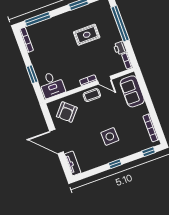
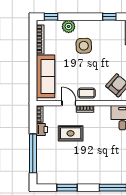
rug: (87, 35) -> (71, 133), moved
sofa: (132, 91) -> (45, 76), width x1.36
plant: (130, 149) -> (69, 26), added
window: (115, 164) -> (109, 17), moved

